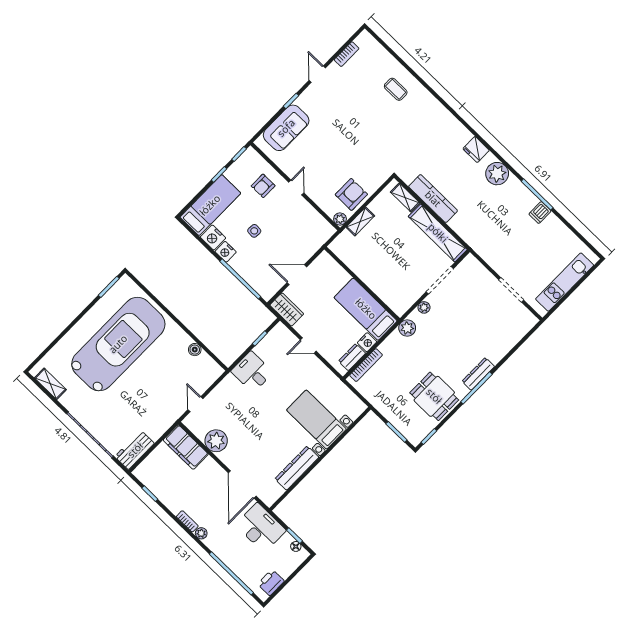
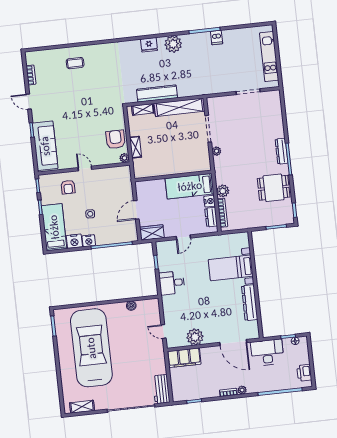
sofa: (286, 128) -> (45, 146), width x1.36
plant: (407, 328) -> (223, 191), moved

